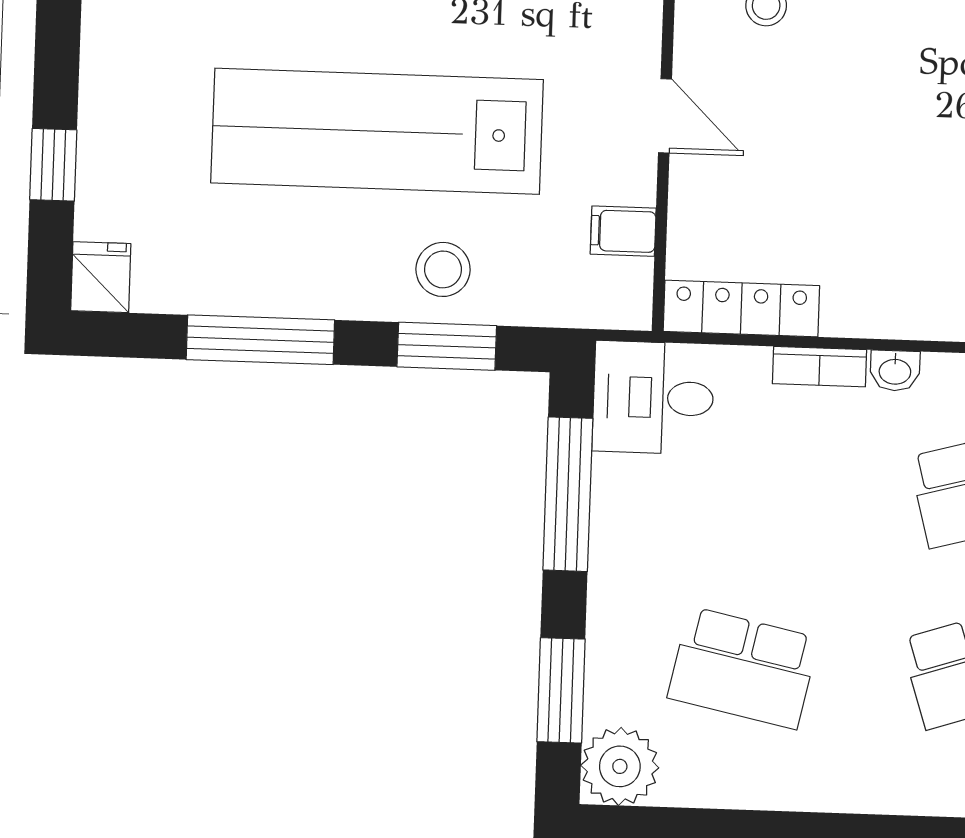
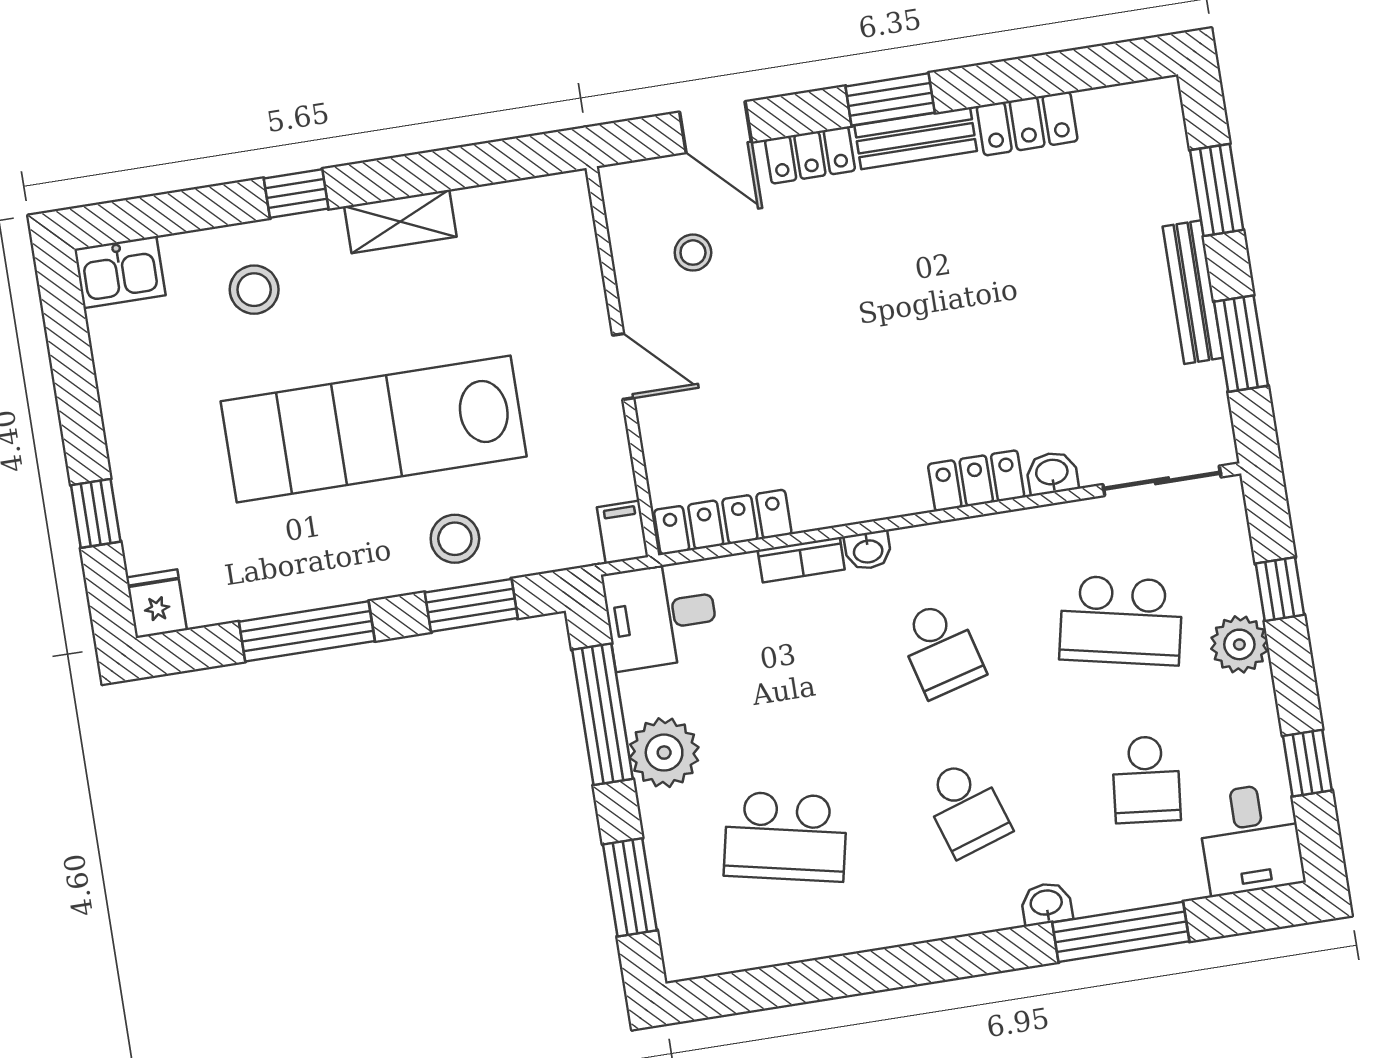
filing cabinet: (623, 231) -> (623, 532), moved, turned 90
plant: (620, 766) -> (664, 753), moved

